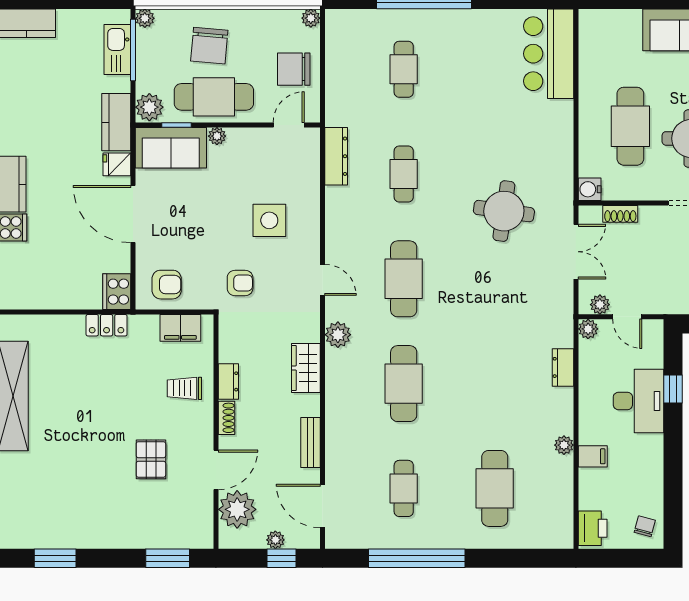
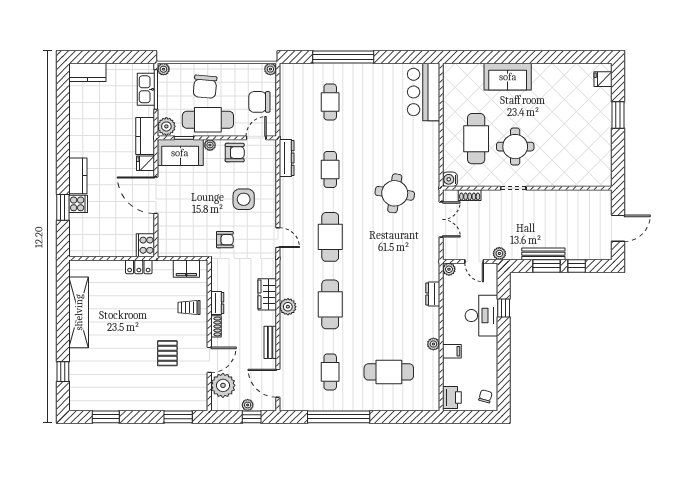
armchair: (167, 285) -> (235, 153), moved
plant: (600, 305) -> (499, 253), moved
plant: (338, 335) -> (288, 307), moved
cafe table: (495, 488) -> (389, 372), turned 90

